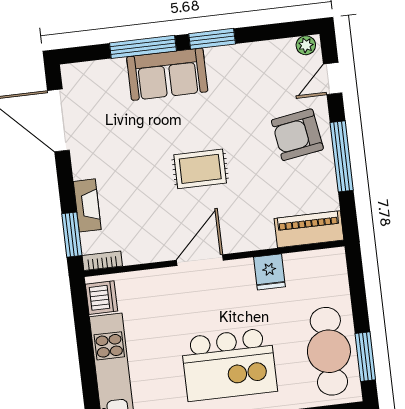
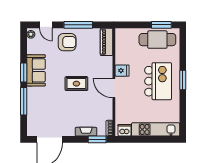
sofa: (167, 74) -> (36, 70), moved
armchair: (297, 135) -> (67, 42), turned -81
rug: (200, 169) -> (76, 84), turned 90
fridge: (269, 272) -> (122, 71), moved

